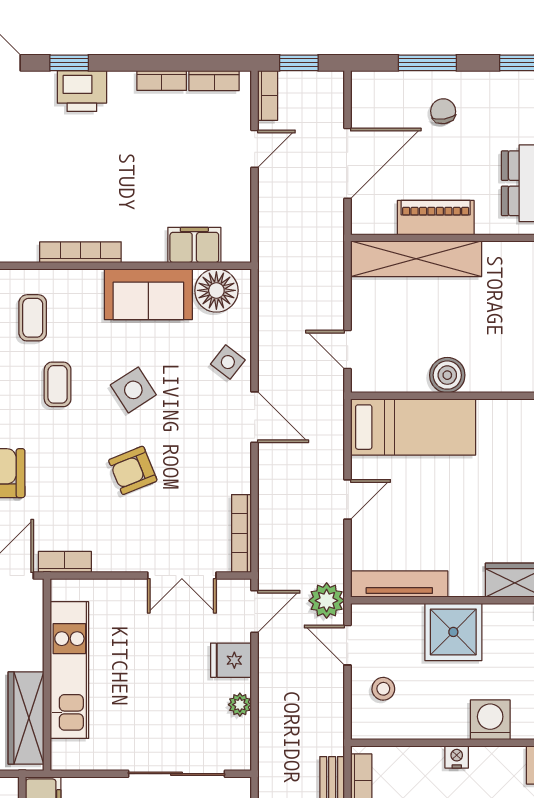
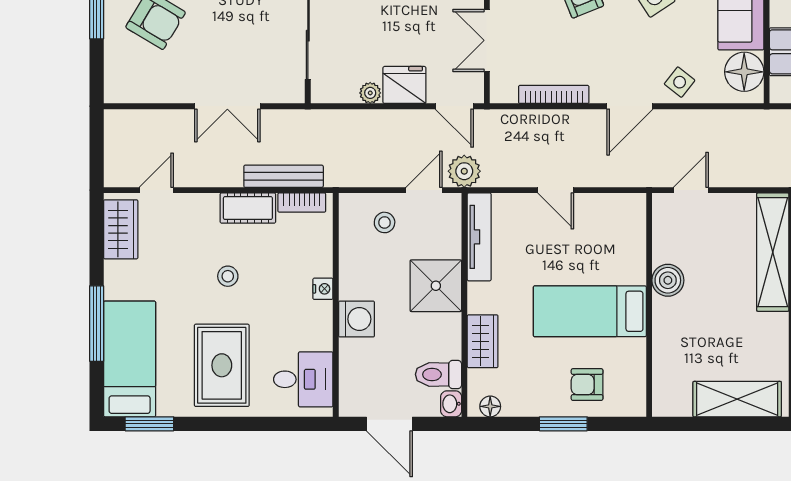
bed: (413, 427) -> (590, 311), moved, turned 90
bookcase: (242, 533) -> (554, 94), moved
fridge: (231, 660) -> (404, 85), width x1.38

